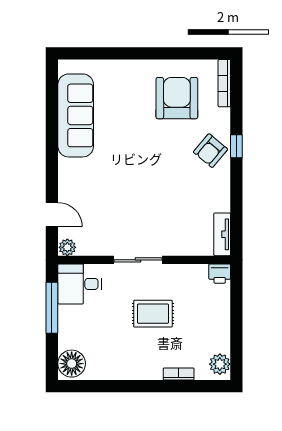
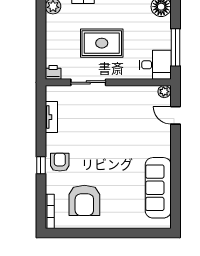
armchair: (211, 151) -> (60, 162), turned -40
tv unit: (222, 234) -> (51, 117), moved
sliding door: (138, 260) -> (88, 82), moved
rug: (153, 314) -> (102, 43), width x1.36, depth x1.43

